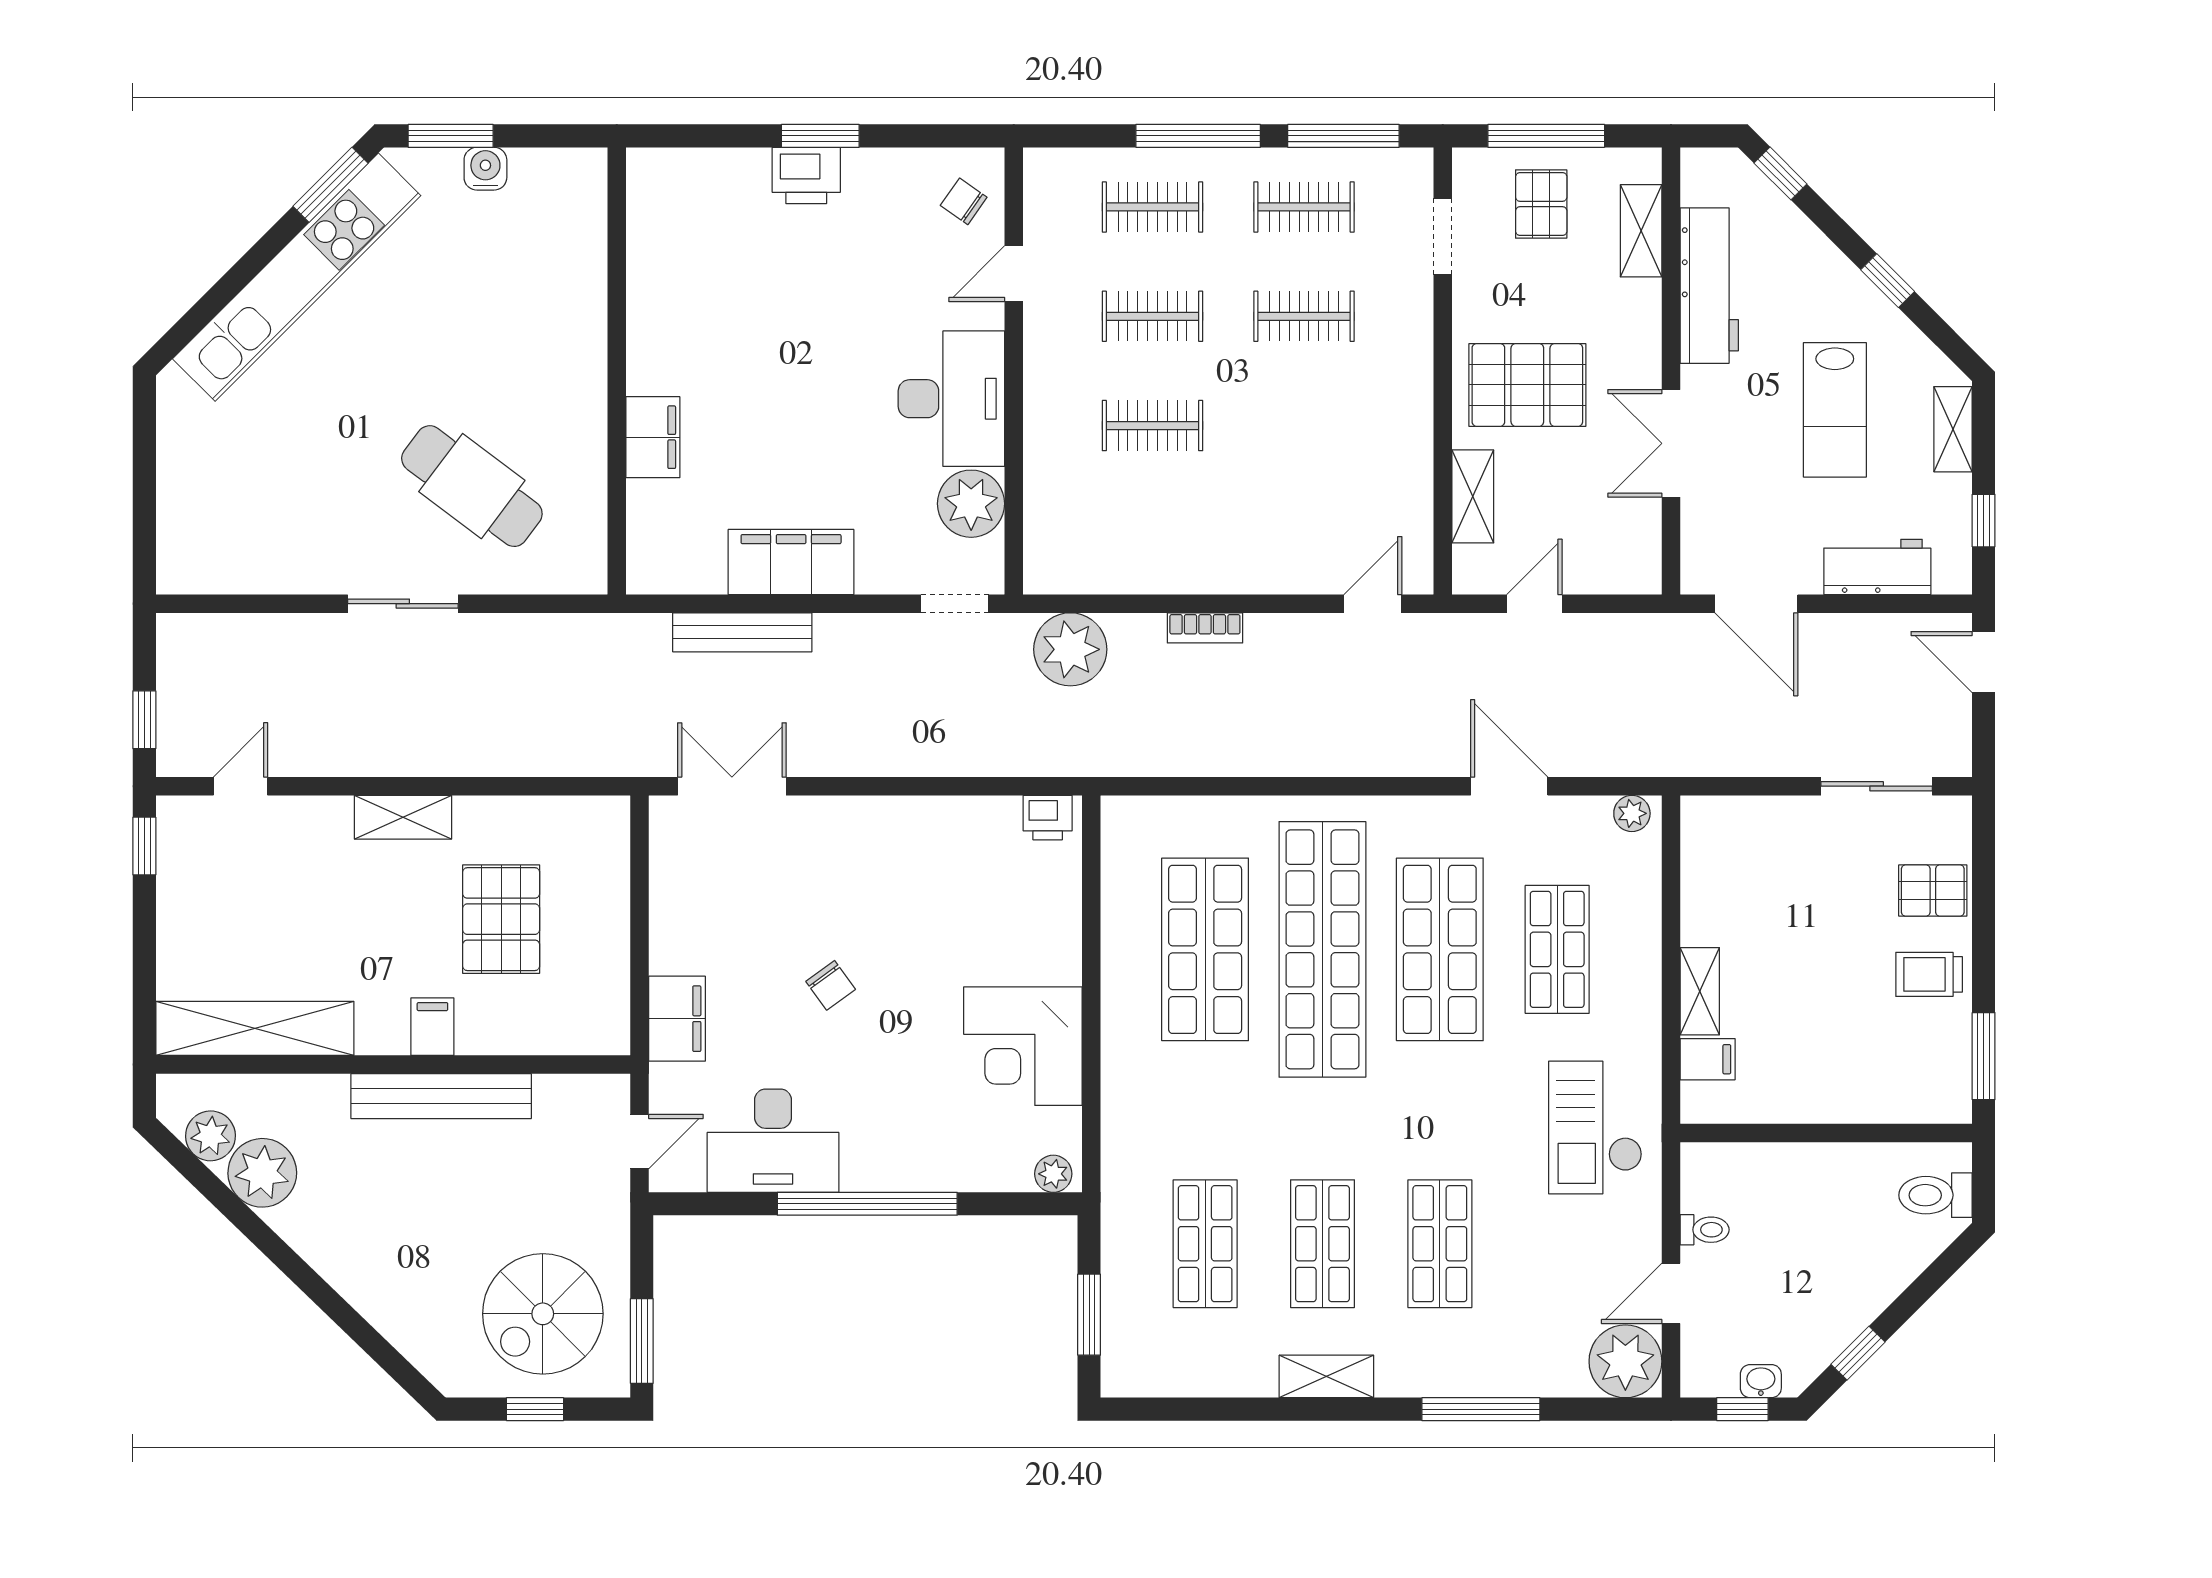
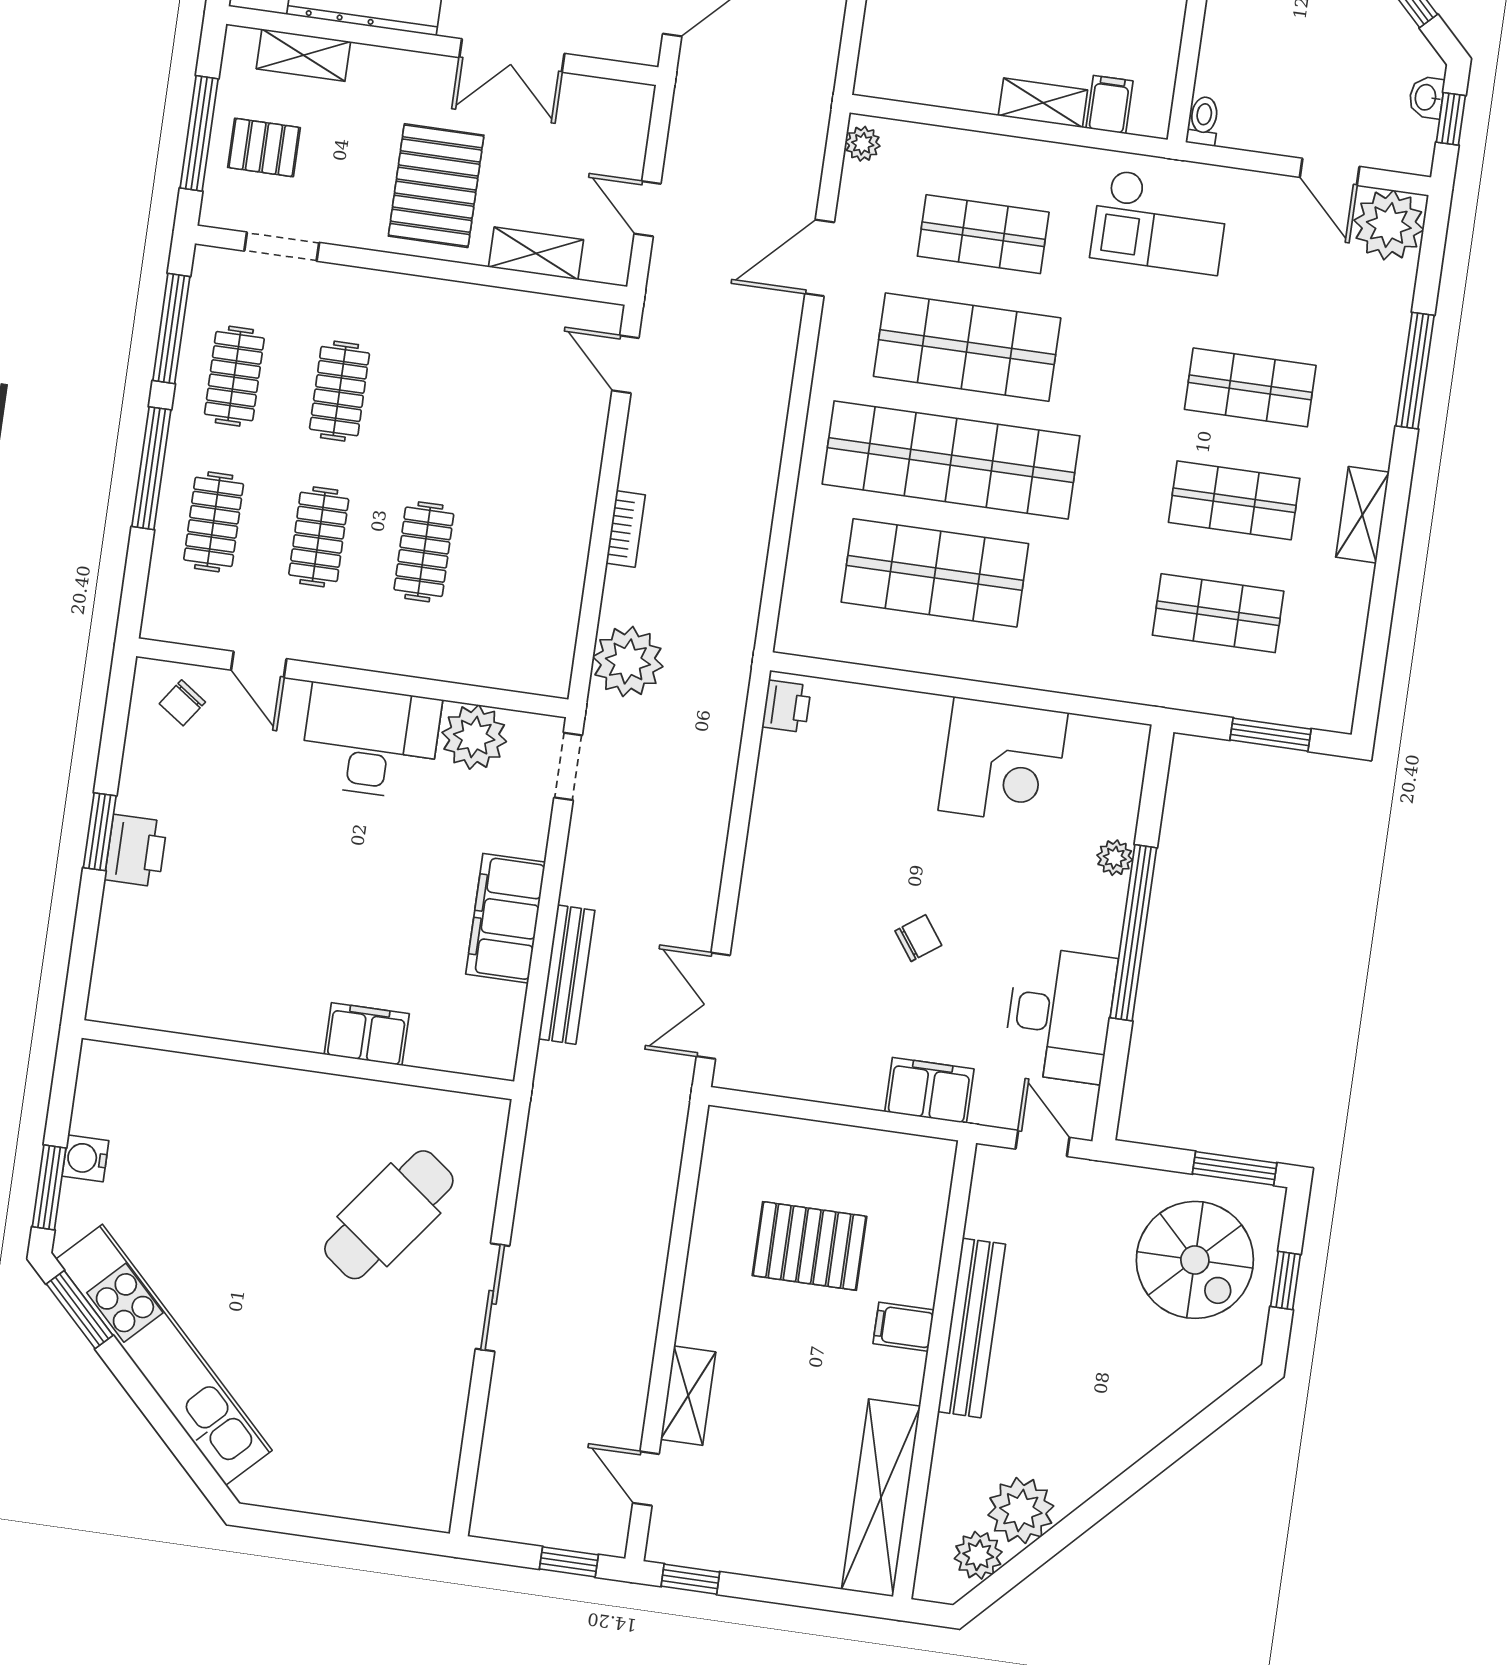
shelving: (403, 817) -> (688, 1396), moved
plant: (1053, 1174) -> (1115, 858), moved
toilet: (1705, 1230) -> (1203, 121), moved

